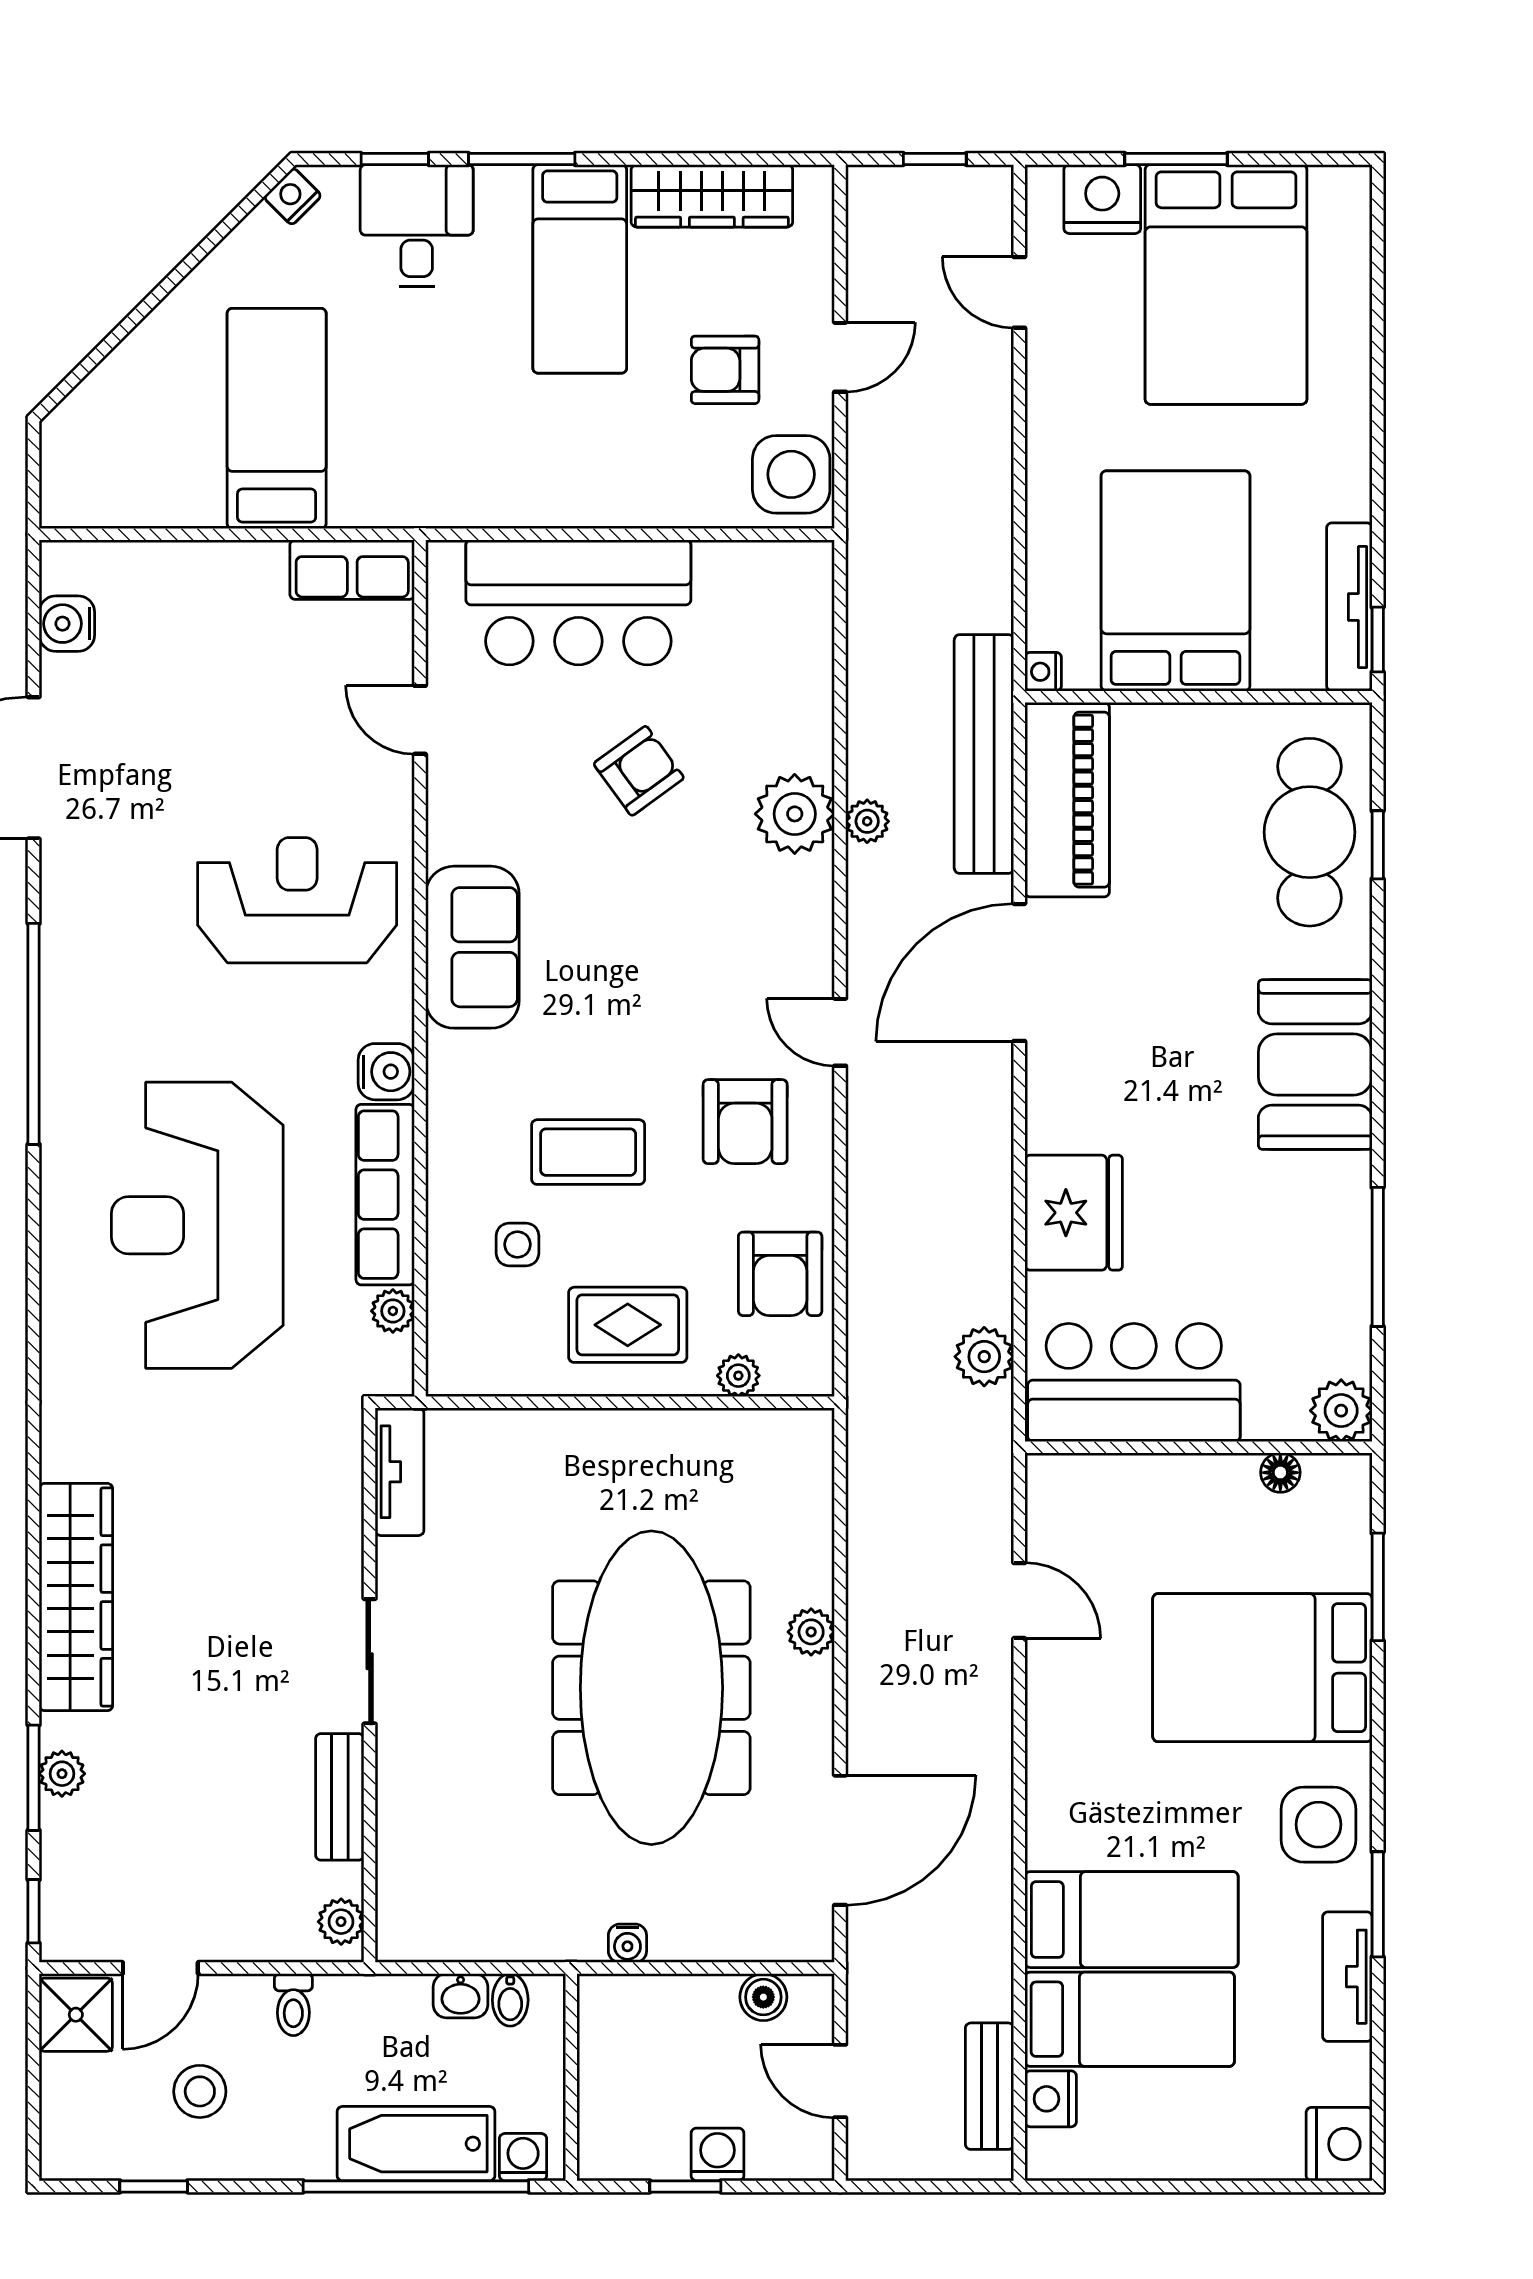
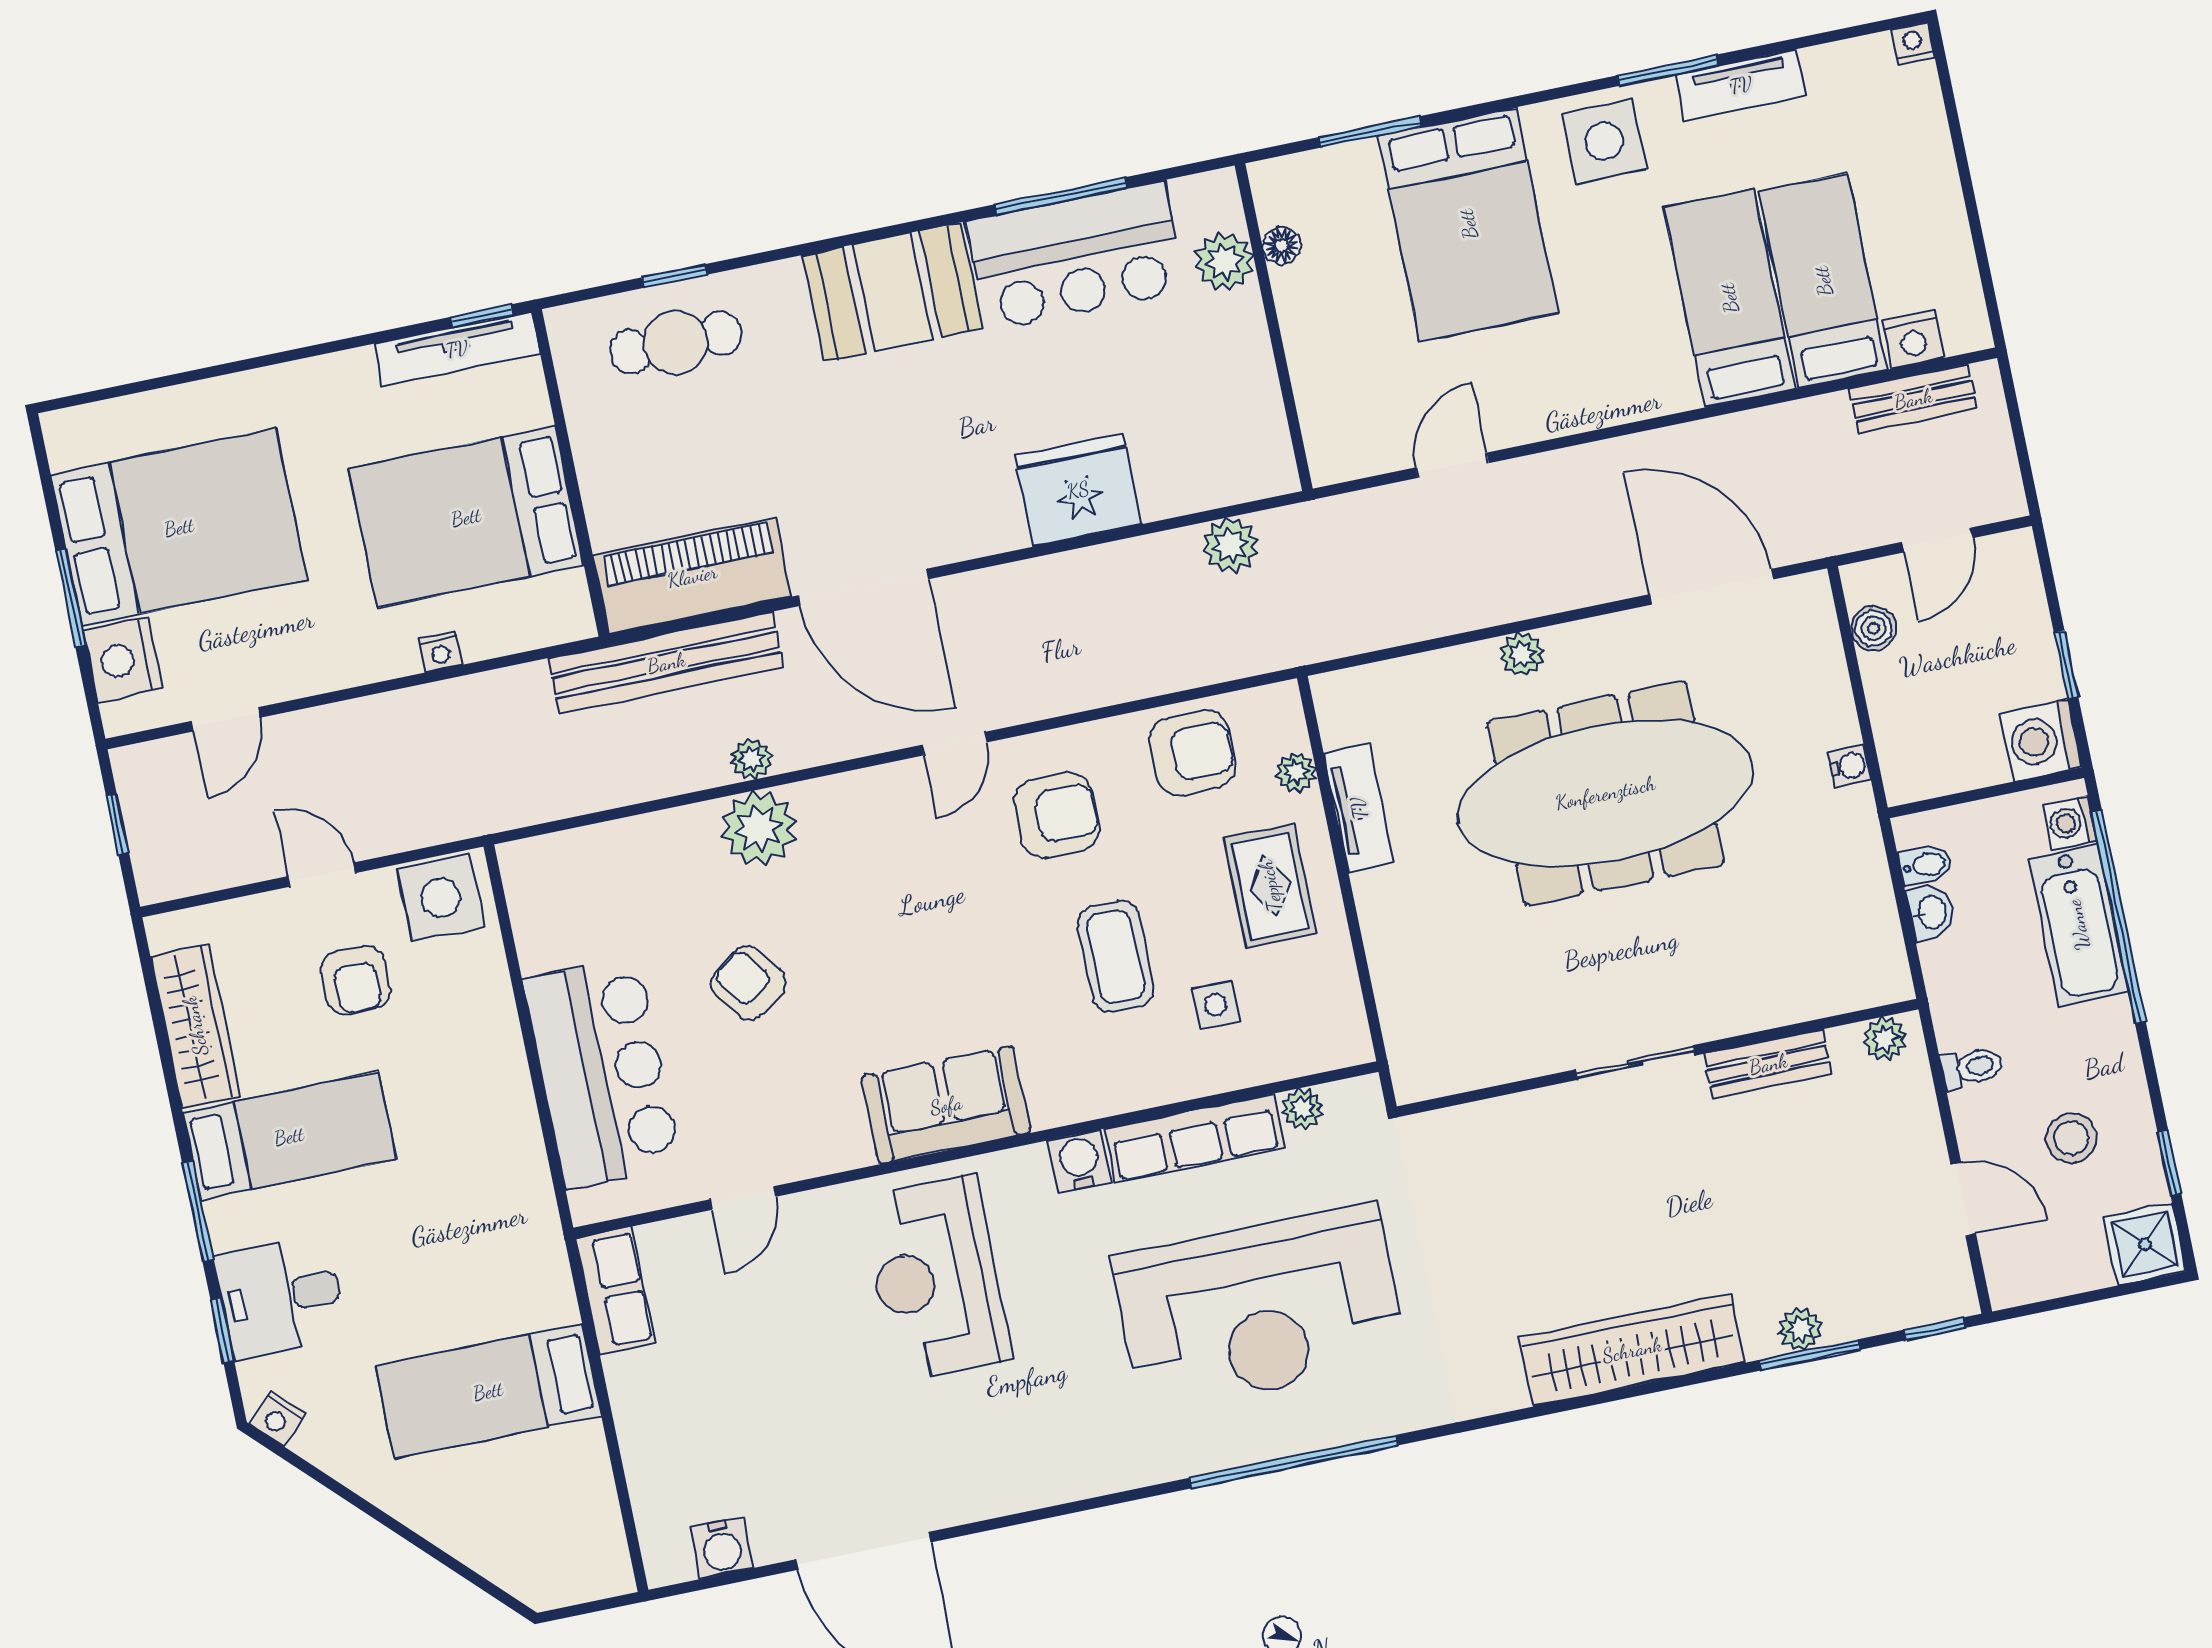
nightstand: (1043, 672) -> (440, 652), moved
cafe table: (1310, 832) -> (676, 342), width x0.73, depth x0.74
window: (34, 1034) -> (1294, 1462), moved
bar counter: (1134, 1383) -> (1076, 256), moved, turned -90
plant: (1341, 1411) -> (1224, 261), moved
tv unit: (400, 1472) -> (1359, 808), moved, turned 90
shower: (76, 2015) -> (2145, 1244), moved
nightstand: (1339, 2144) -> (1913, 43), width x0.53, depth x0.56
washing machine: (718, 2154) -> (2041, 740), moved, width x1.38, depth x1.38

